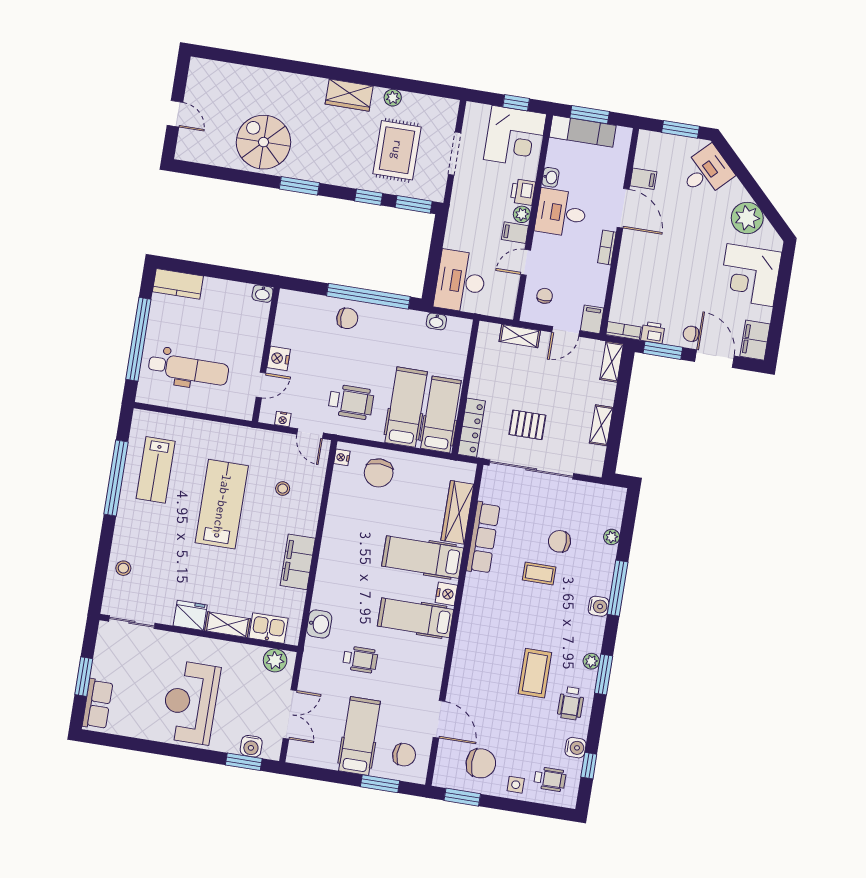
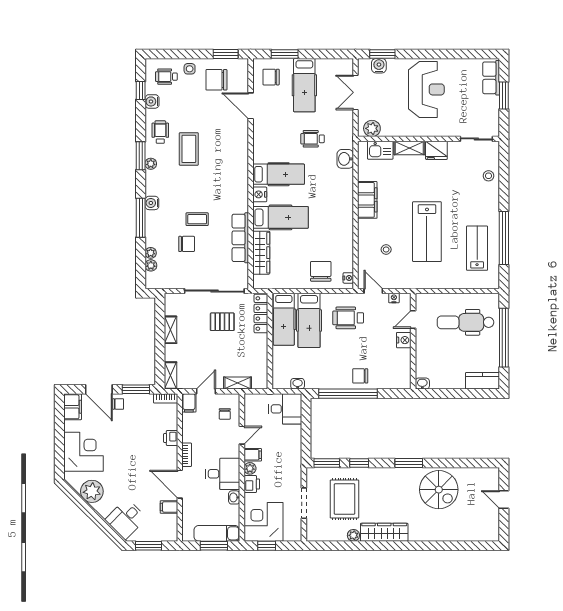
wardrobe: (349, 95) -> (384, 532), width x1.50
desk: (461, 281) -> (285, 409), width x0.73
printer: (653, 332) -> (171, 438), moved, turned 90
plant: (614, 519) -> (151, 265), added

